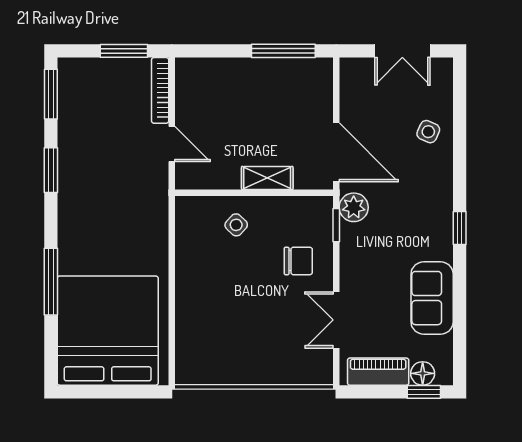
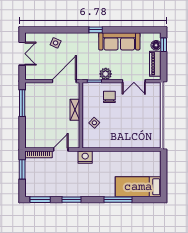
nightstand: (153, 203) -> (85, 157), added
plant: (354, 207) -> (106, 74), moved
sofa: (432, 298) -> (119, 41), width x1.36
bed: (108, 331) -> (138, 187), width x0.49

